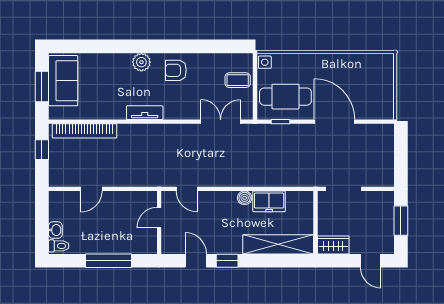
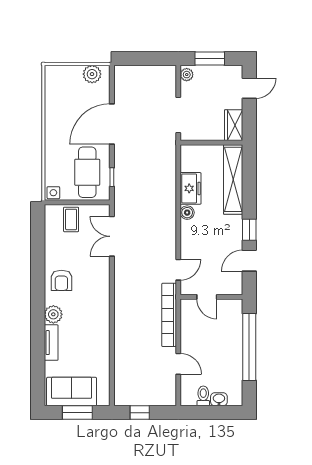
plant: (385, 101) -> (92, 74), added
tv unit: (145, 113) -> (51, 343), moved, turned 180
bookcase: (84, 131) -> (169, 315), moved, turned 180
plant: (384, 197) -> (187, 75), added
toilet: (59, 246) -> (203, 396), moved
window: (108, 261) -> (249, 347), width x1.46

